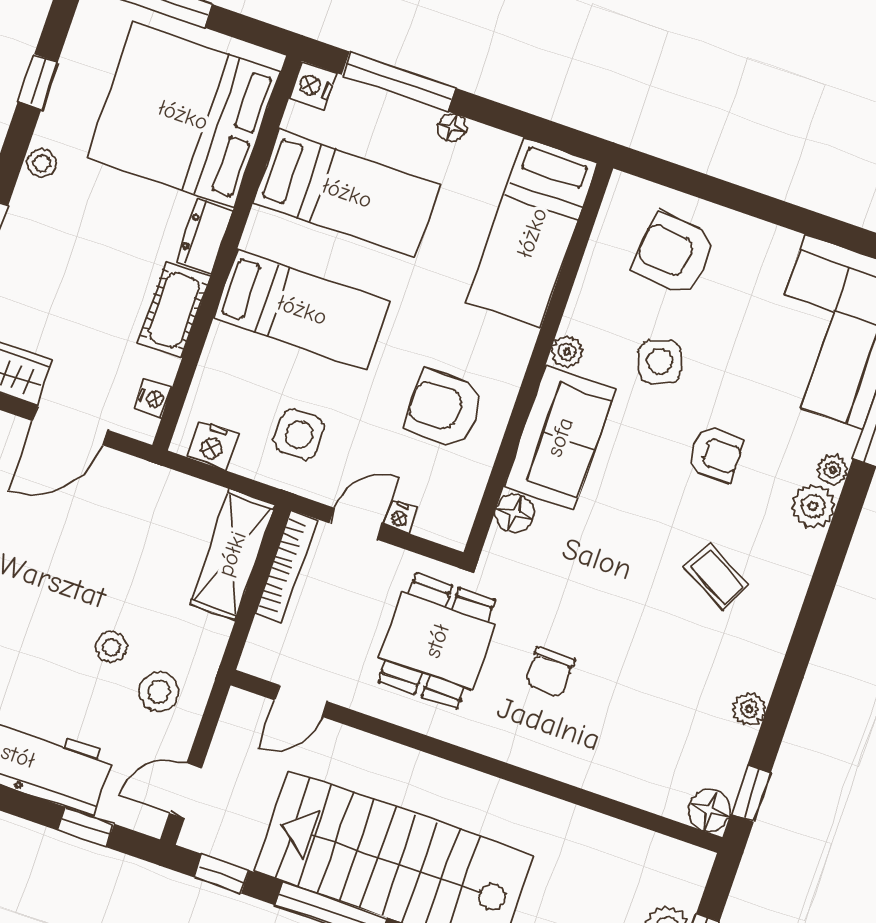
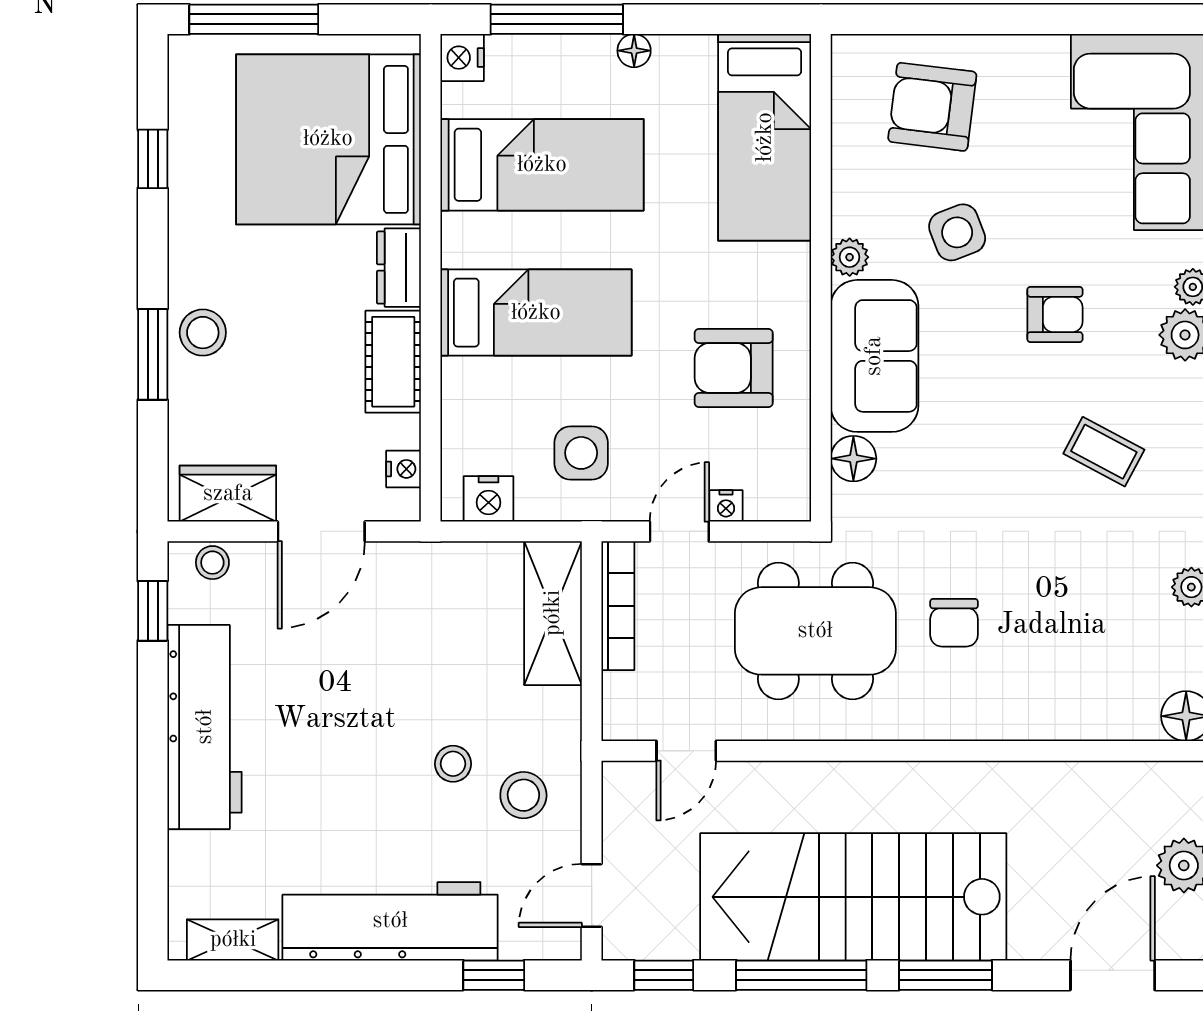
stool: (42, 163) -> (203, 333), moved, width x1.37, depth x1.37
dining table: (437, 641) -> (815, 631), width x1.38

